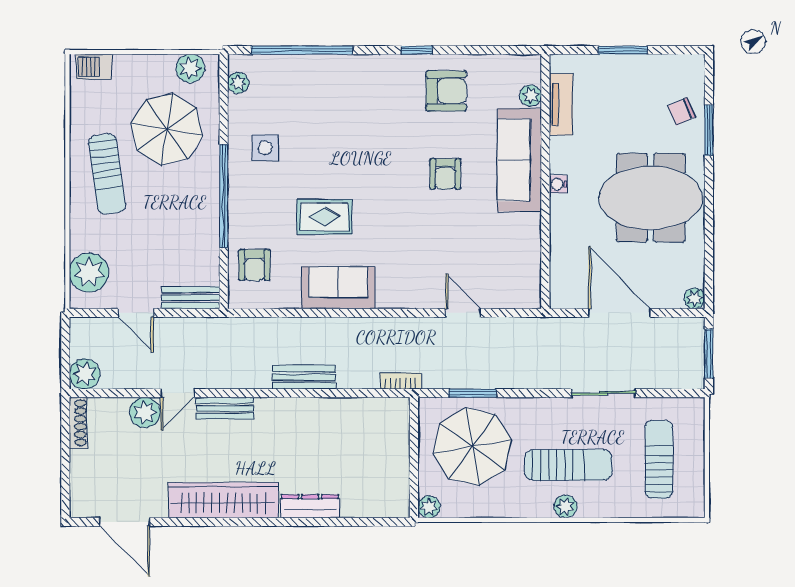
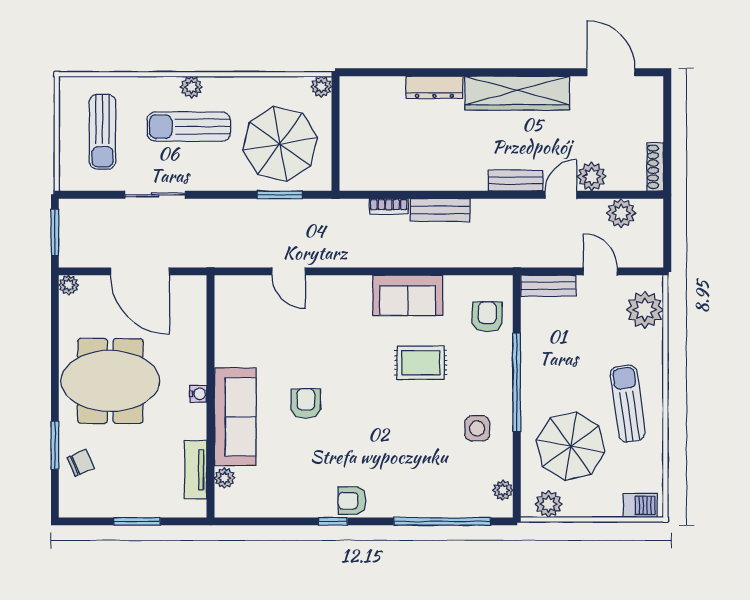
armchair: (446, 91) -> (352, 501), moved, width x0.72, depth x0.72
plant: (85, 374) -> (621, 213), moved
bookcase: (401, 381) -> (389, 206), moved

